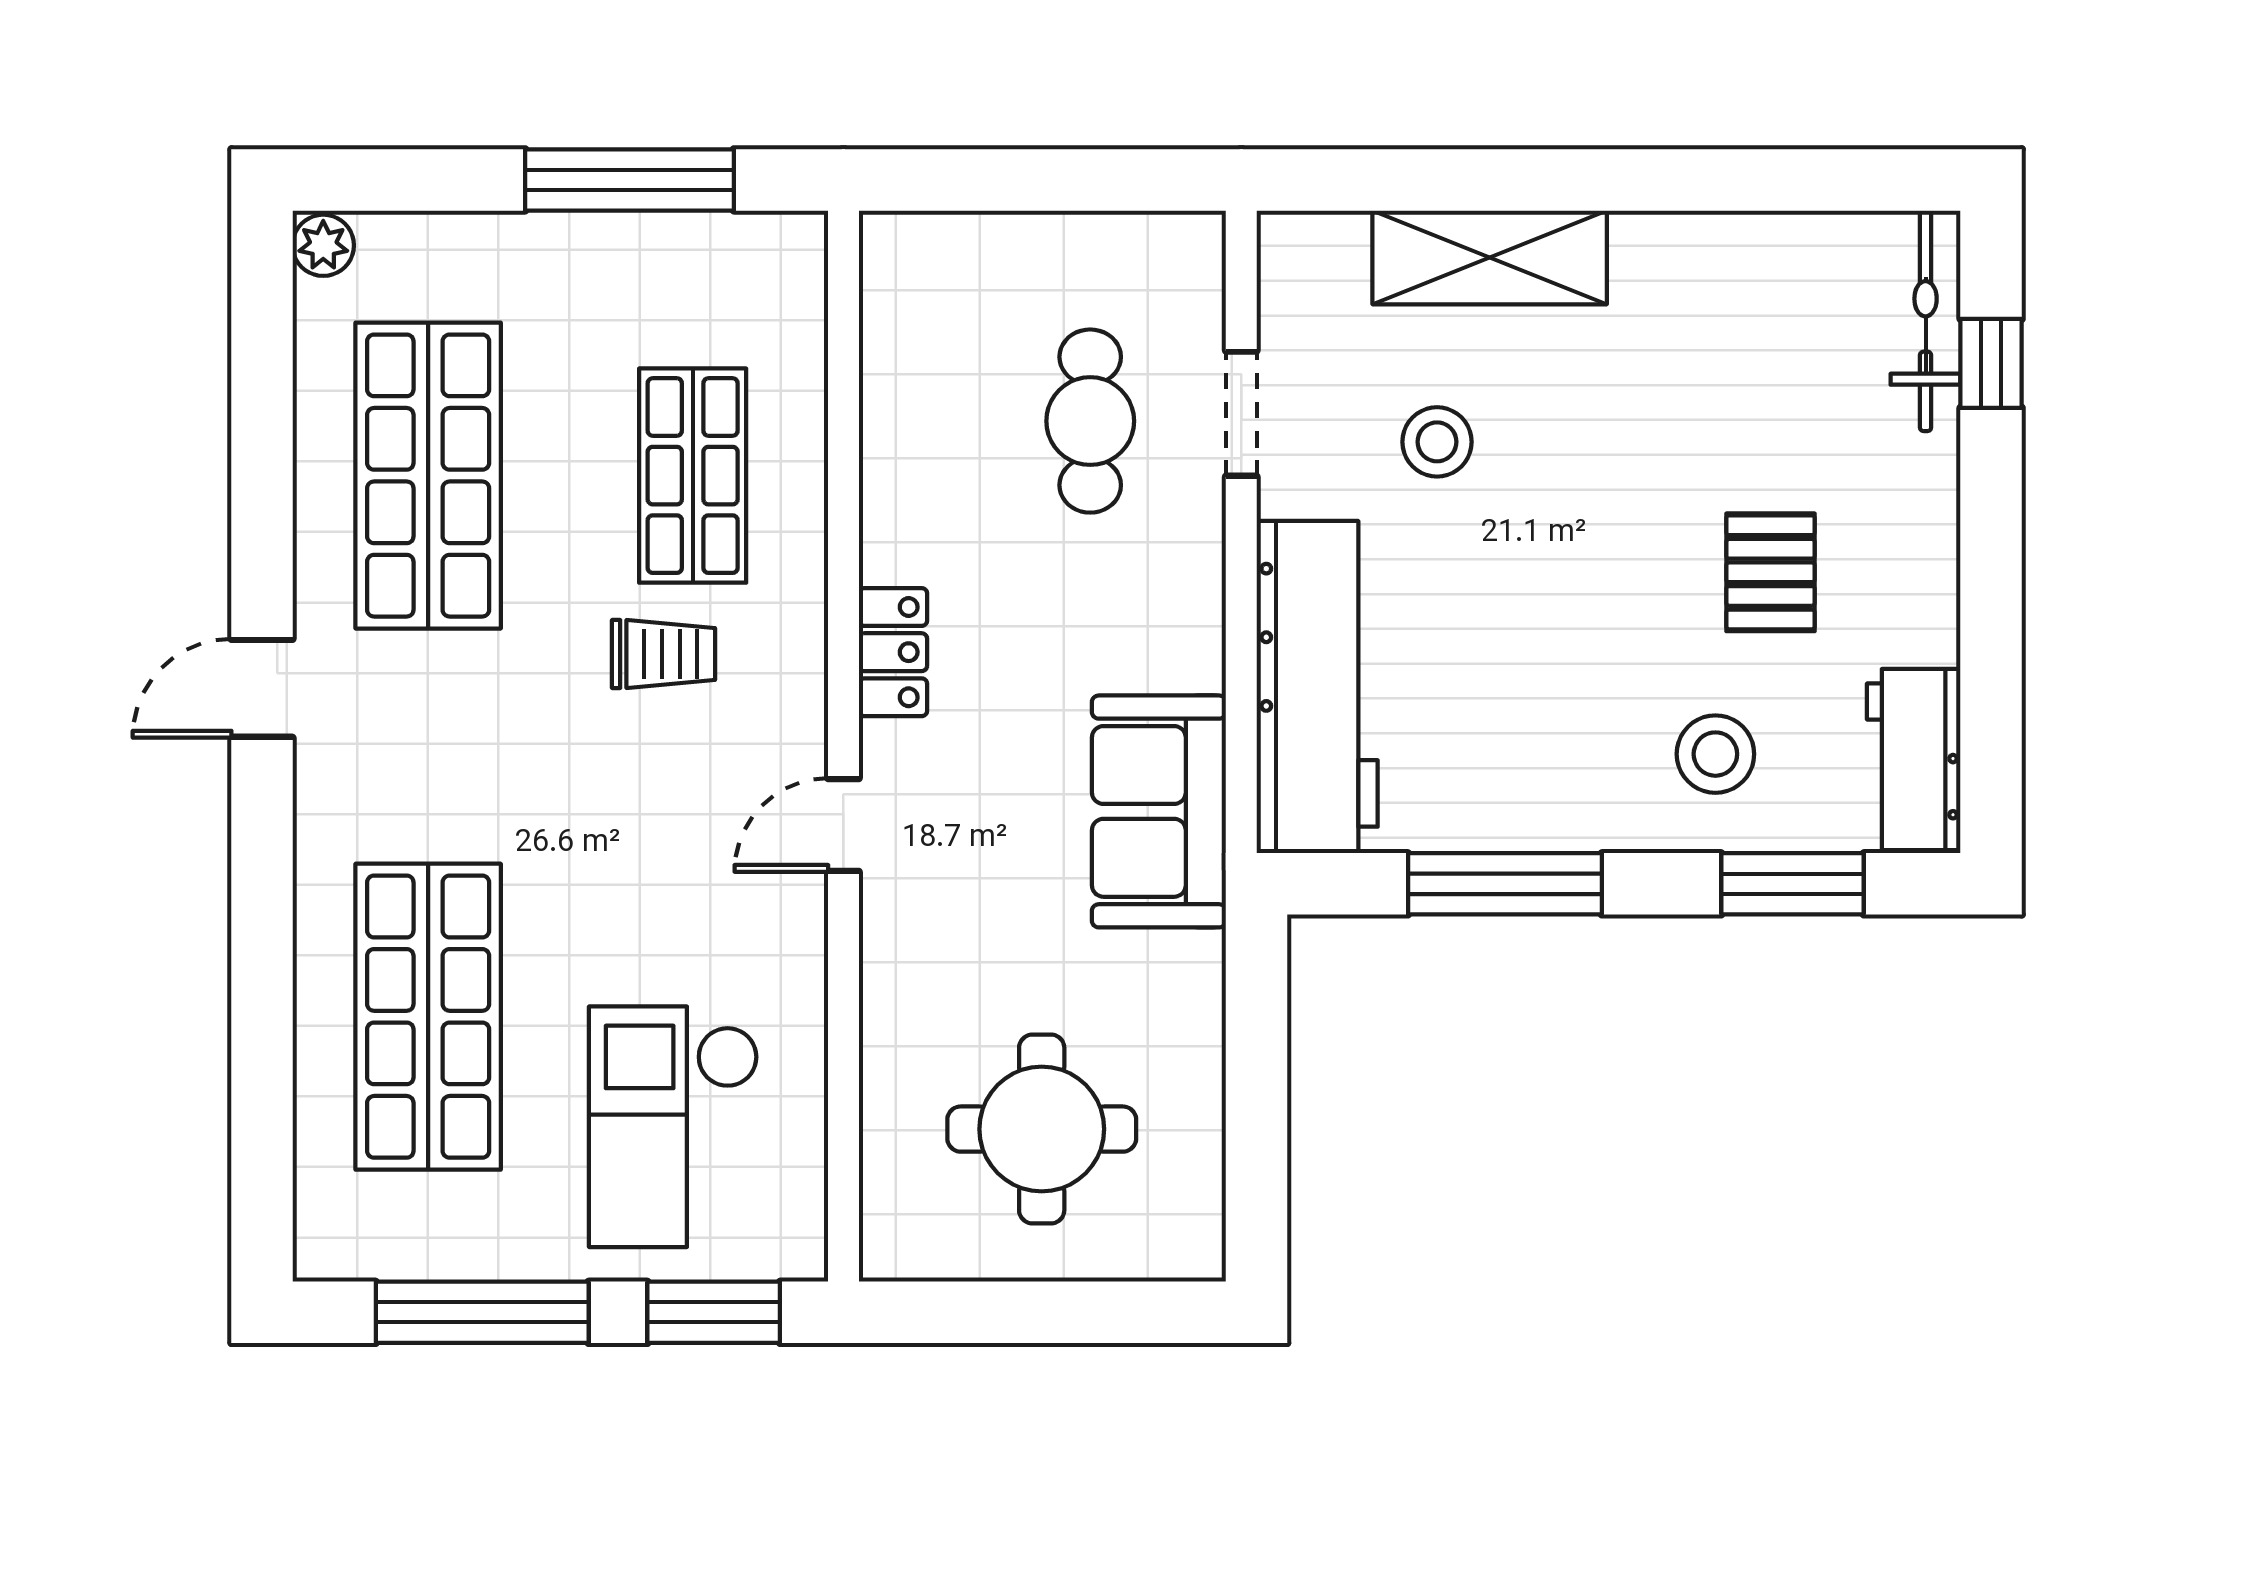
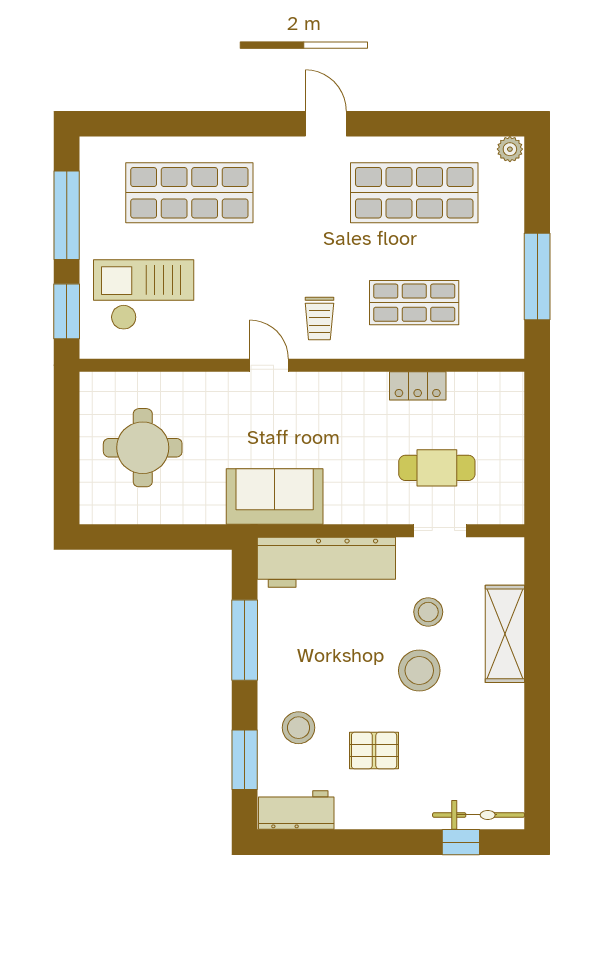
stool: (1578, 463) -> (419, 671), added
locker: (893, 652) -> (418, 386), moved
trolley: (663, 654) -> (319, 318), moved

